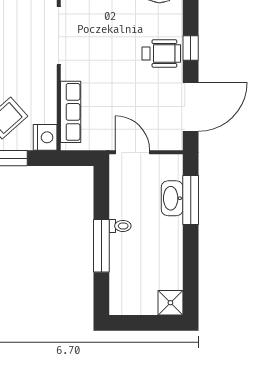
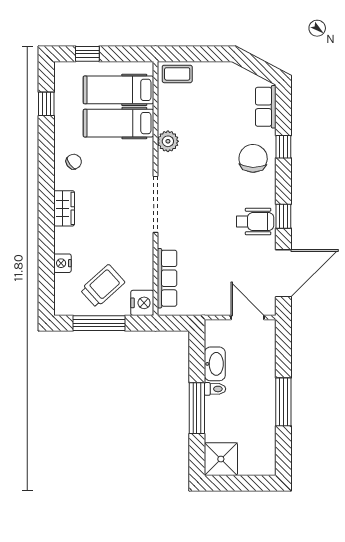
door: (133, 152) -> (248, 317), moved
washbasin: (172, 198) -> (215, 364), moved, turned 180
window: (191, 200) -> (283, 402), moved
shower: (170, 303) -> (221, 459), moved, width x1.36, depth x1.36

